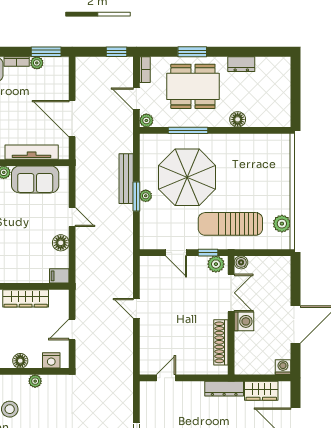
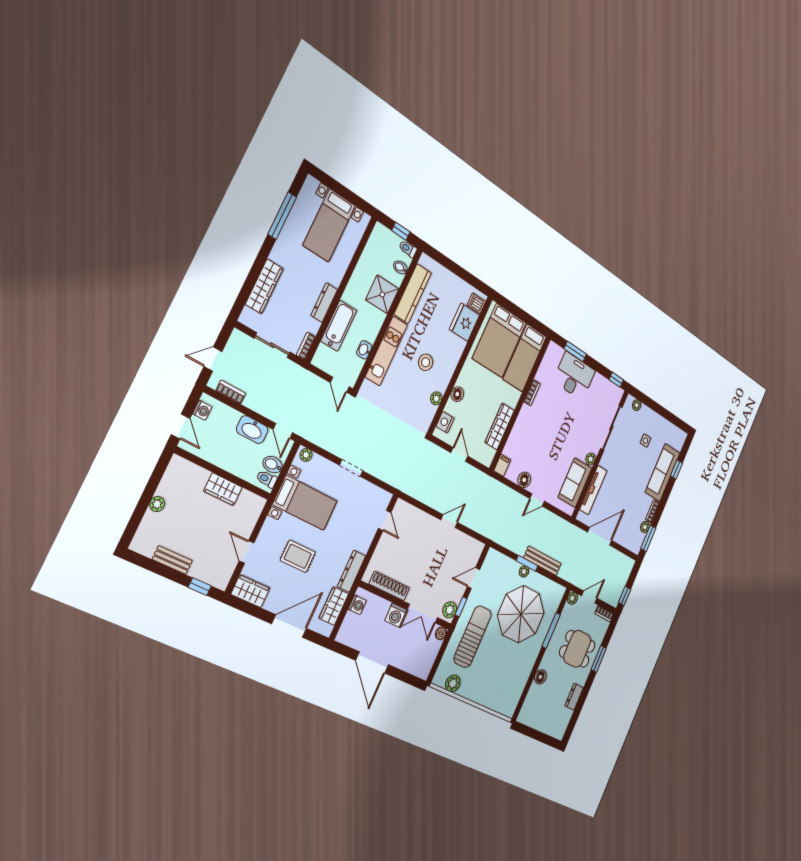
dining table: (193, 86) -> (577, 649), width x0.73
washing machine: (283, 367) -> (357, 605), moved

